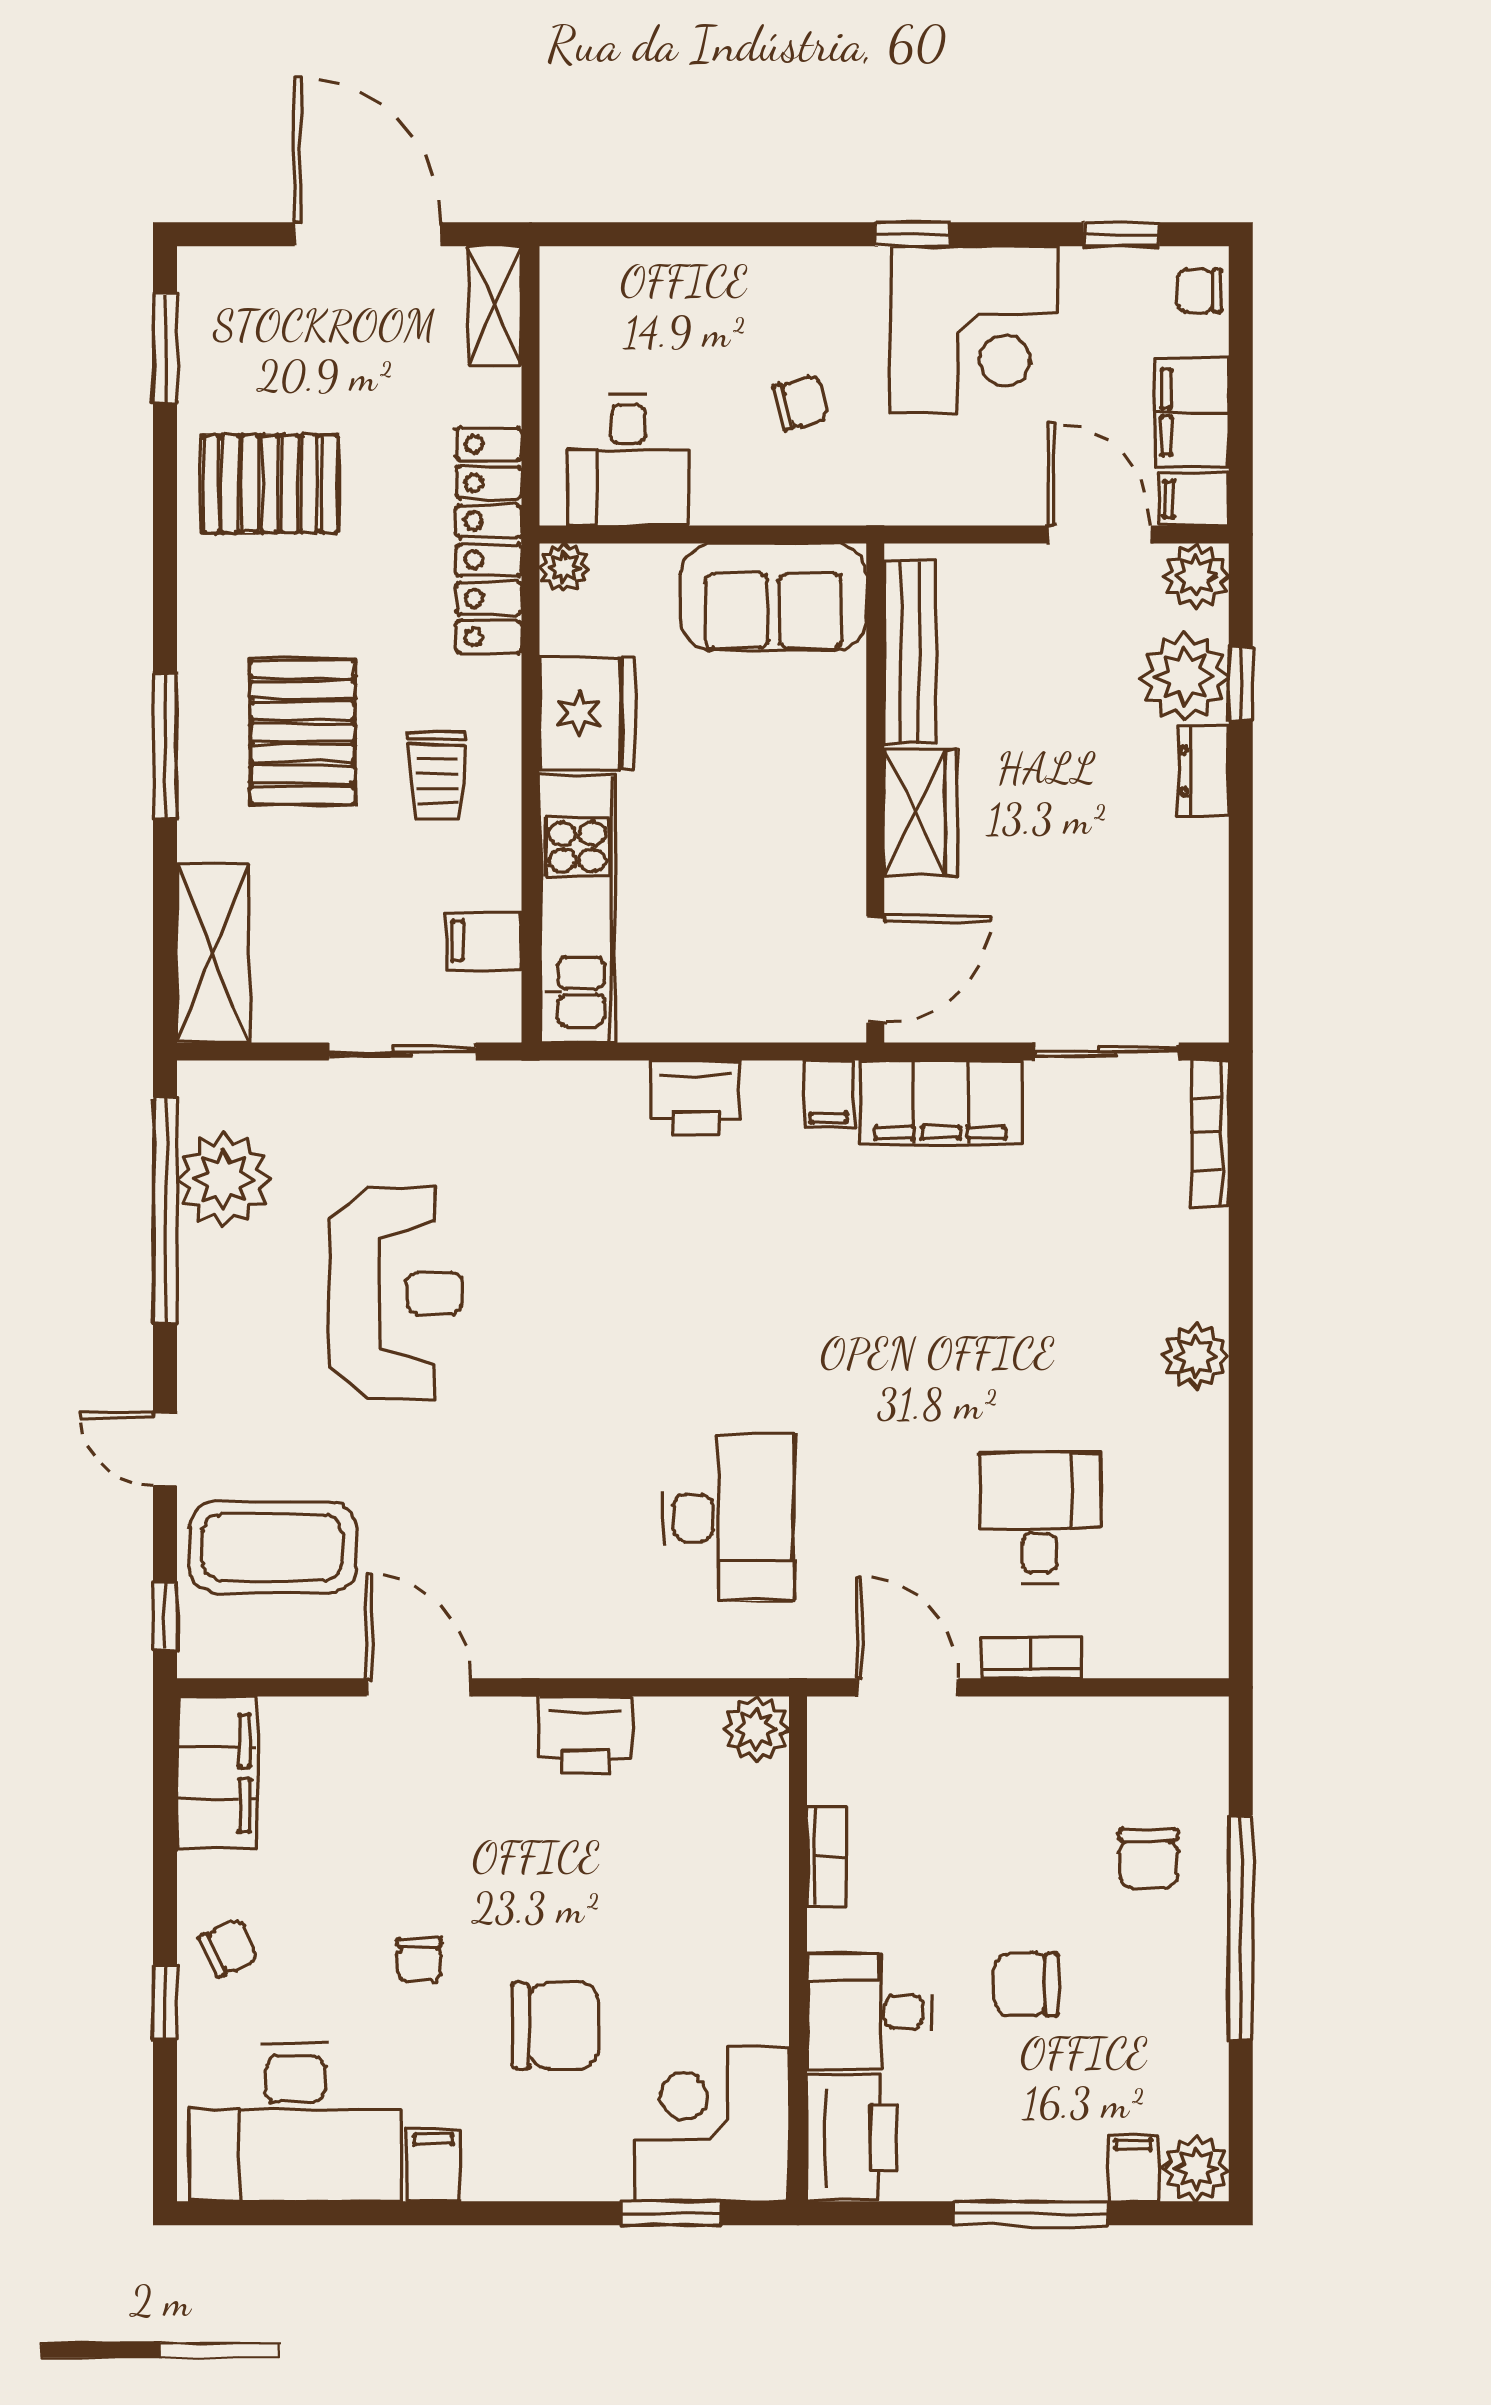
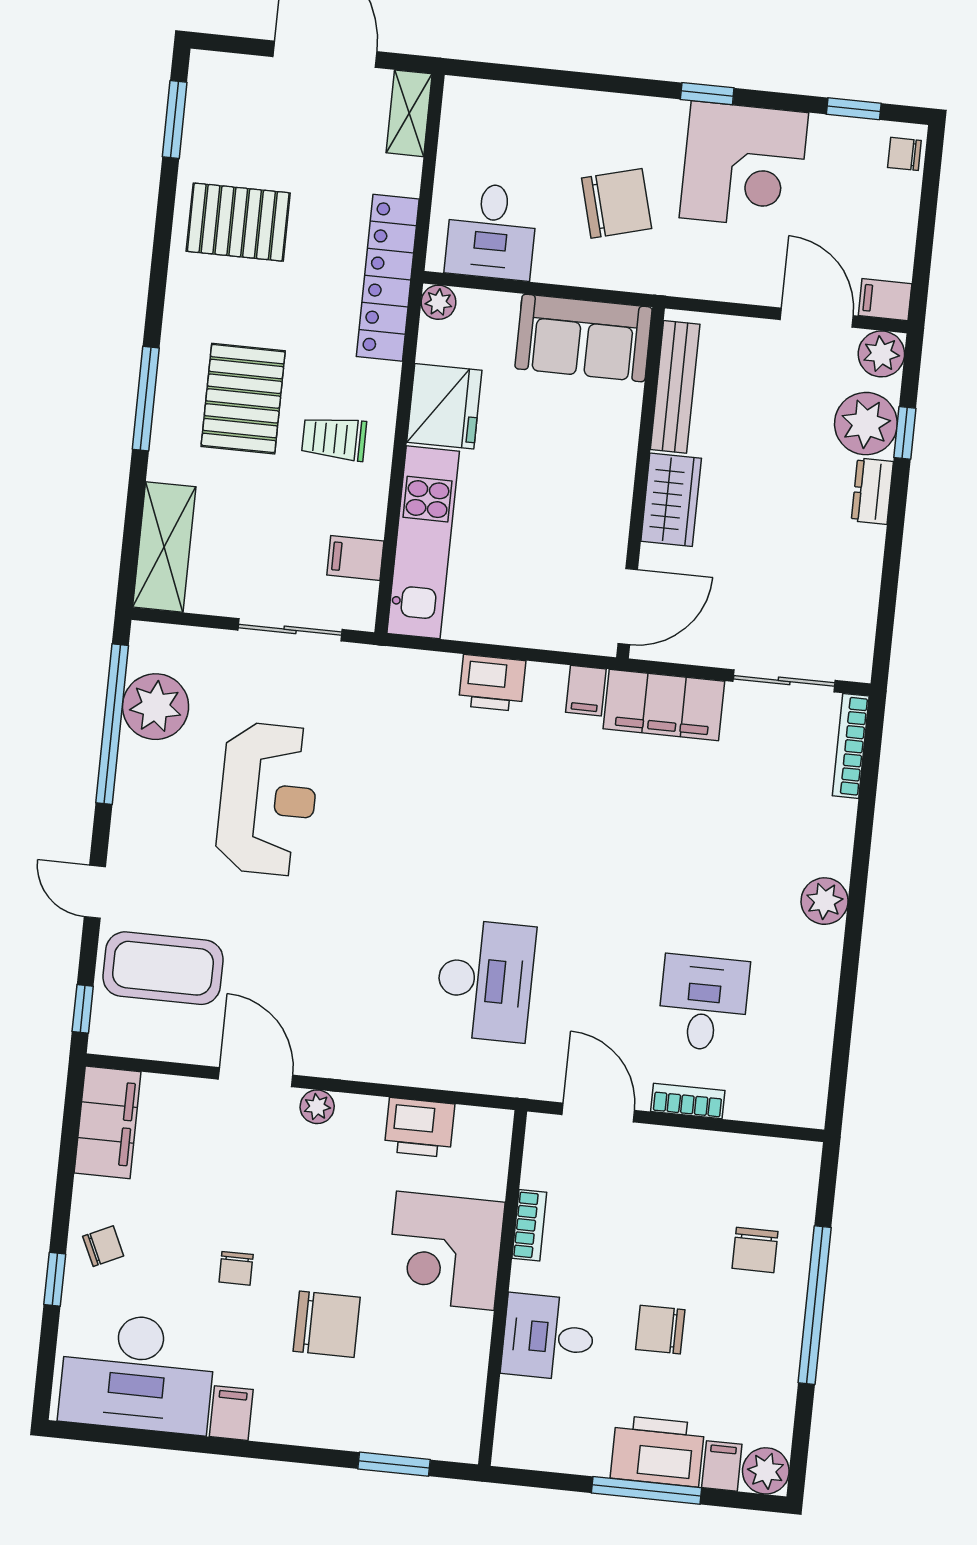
chair: (801, 402) -> (617, 203), width x1.87, depth x1.87
filing cabinet: (1192, 412) -> (890, 239), removed
trolley: (437, 775) -> (334, 438), turned 90
plant: (756, 1729) -> (317, 1107), moved, width x0.73, depth x0.73
printer: (585, 1735) -> (419, 1128), moved
corner desk: (712, 2124) -> (445, 1251), moved, turned -90
printer: (852, 2137) -> (658, 1451), moved, turned -90

